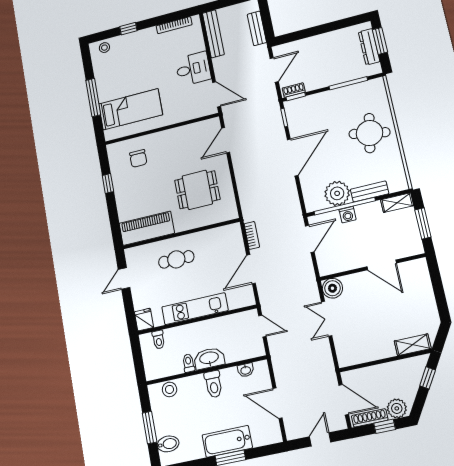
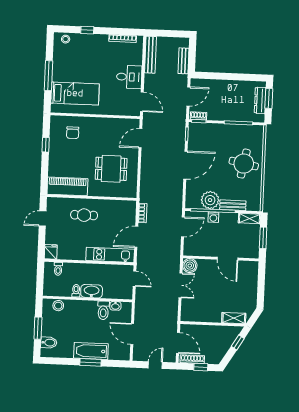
kitchen unit: (195, 309) -> (110, 255), moved
double door: (327, 319) -> (180, 285), swing flipped
toilet: (213, 384) -> (103, 310), moved
plant: (397, 408) -> (212, 357), removed

